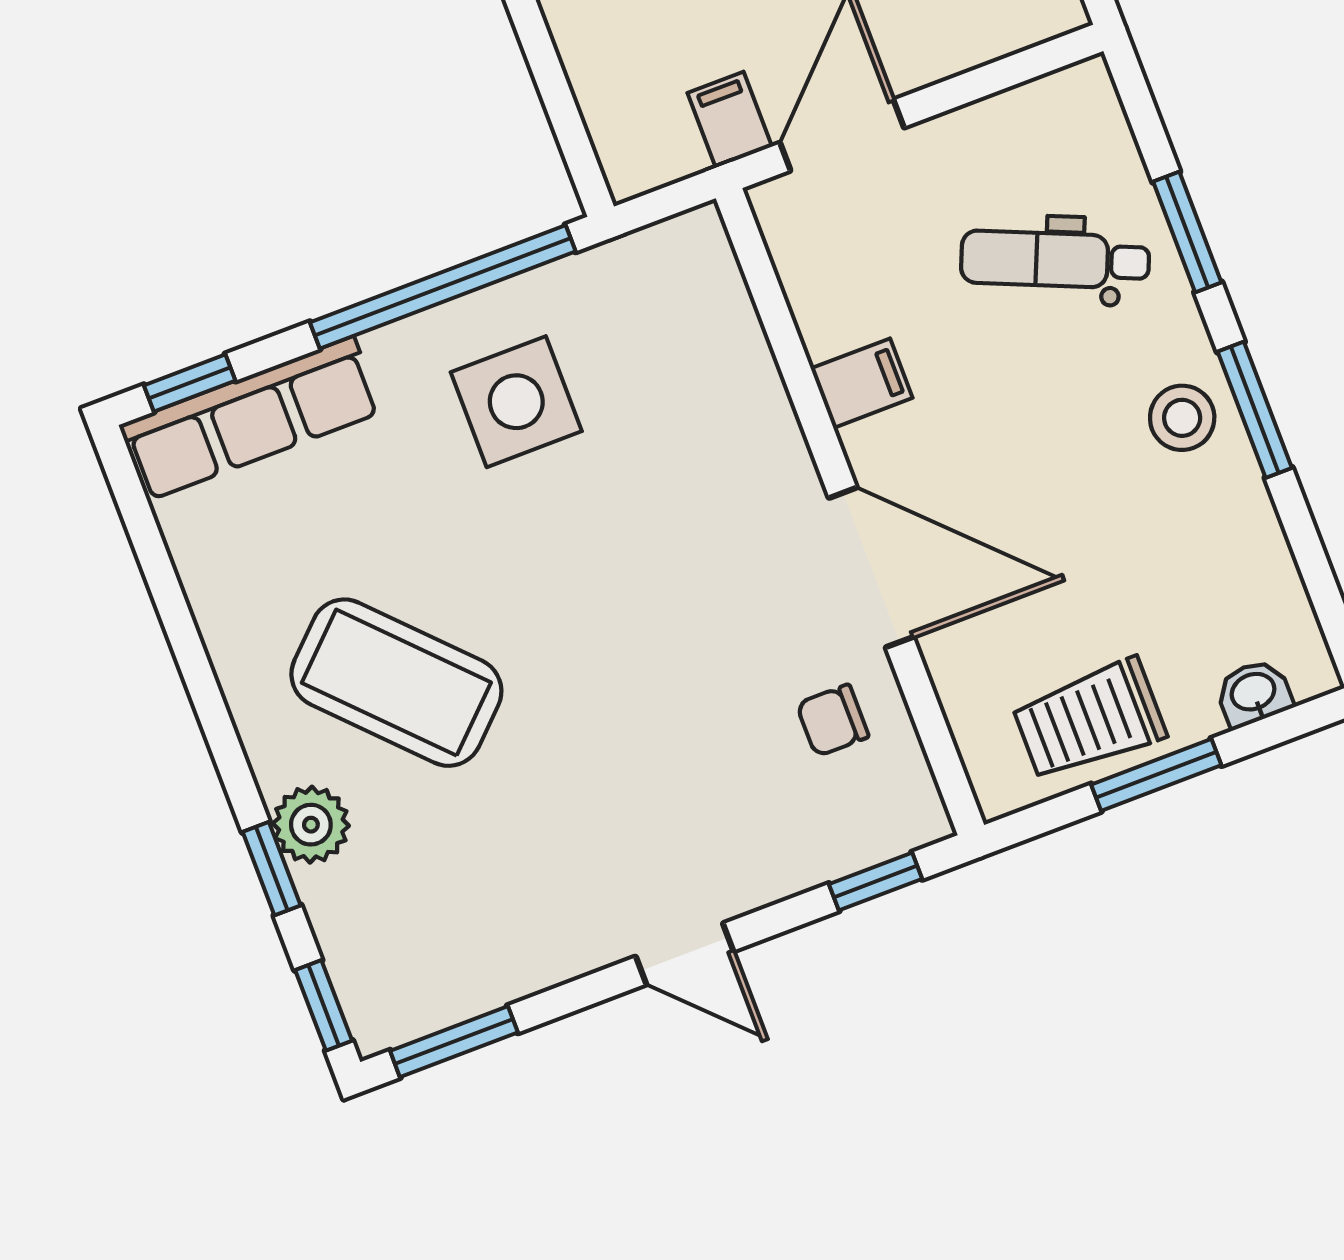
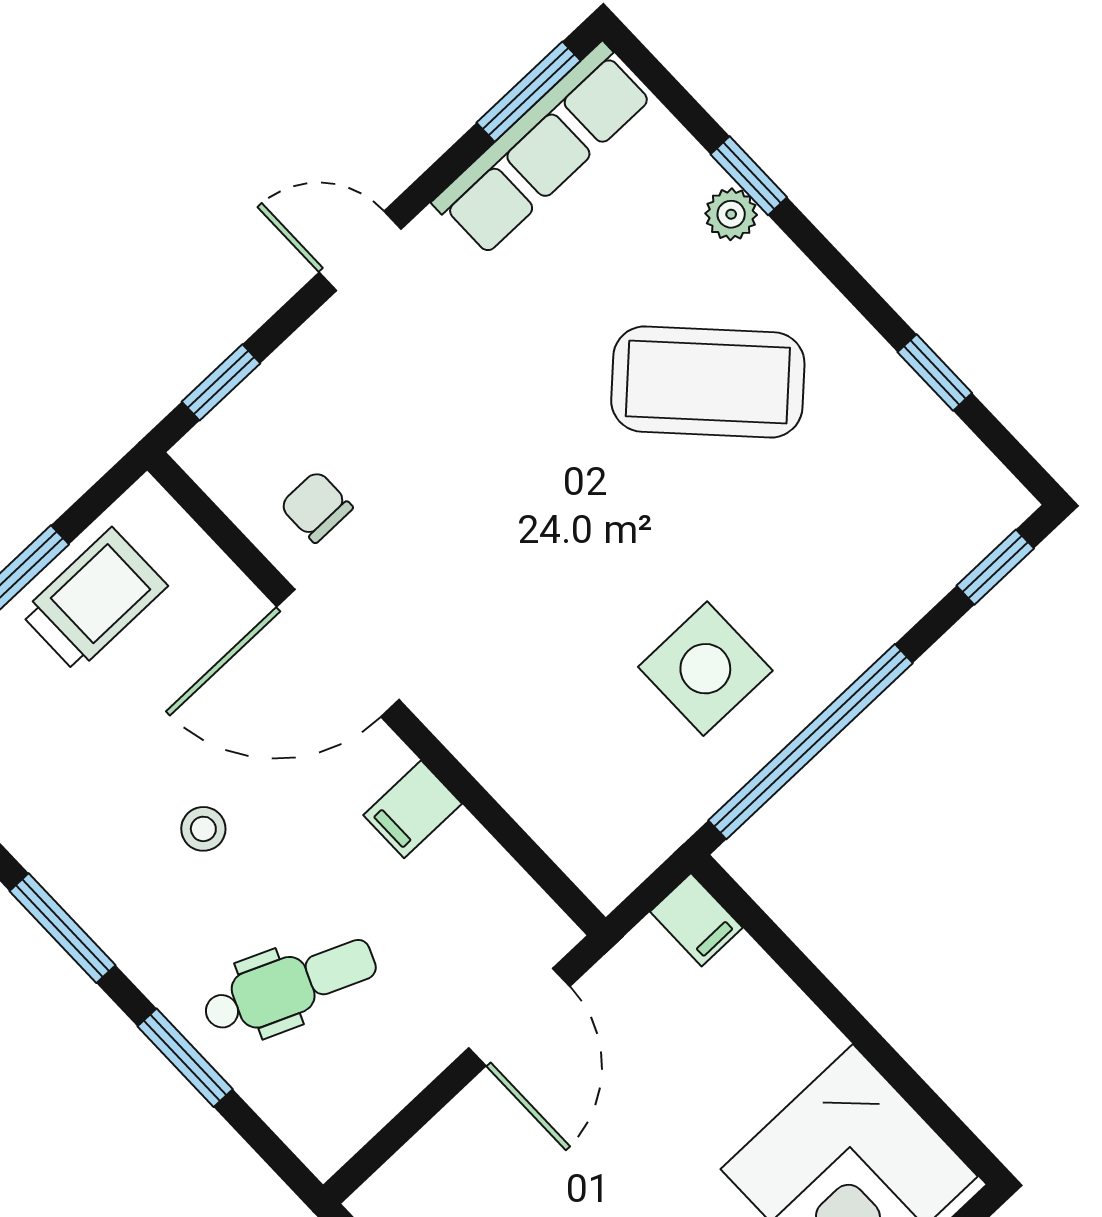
filing cabinet: (730, 120) -> (696, 920), moved
row of seats: (251, 418) -> (543, 149), moved, turned 180
stool: (1182, 418) -> (203, 829), moved, width x0.73, depth x0.73
chair: (833, 720) -> (316, 507), turned -90
plant: (311, 825) -> (731, 214), width x0.73, depth x0.73
window: (324, 1005) -> (935, 373), moved

